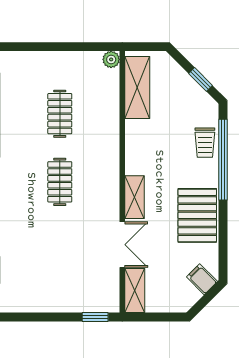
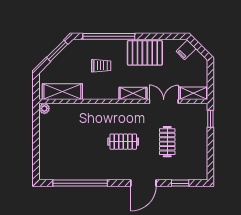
window: (200, 79) -> (57, 51), width x1.50
clothes rail: (60, 114) -> (167, 142), moved, turned 90
trolley: (205, 143) -> (101, 66), moved

